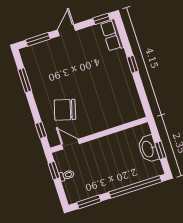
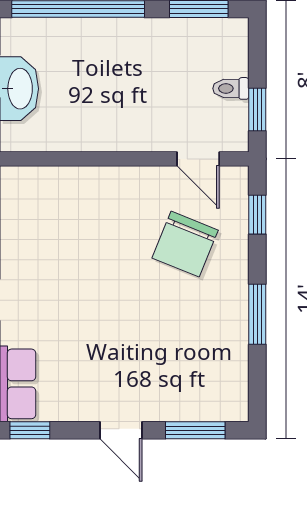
door: (66, 30) -> (121, 430), hinge flipped
window: (25, 80) -> (257, 314), moved
chair: (65, 110) -> (185, 244), turned 96

